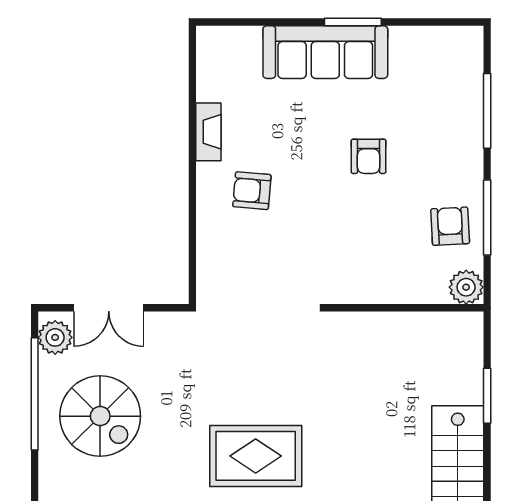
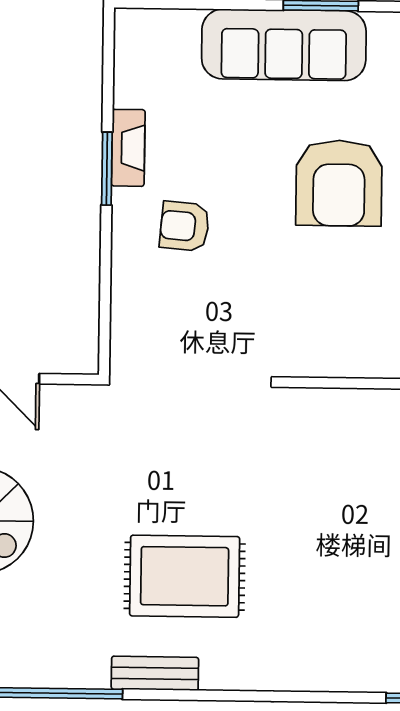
window: (192, 148) -> (107, 169), added
armchair: (369, 156) -> (339, 183), width x1.88, depth x1.88

